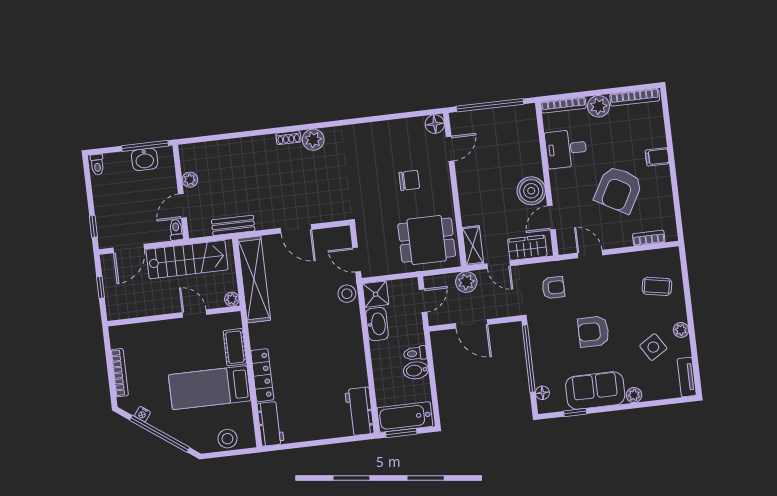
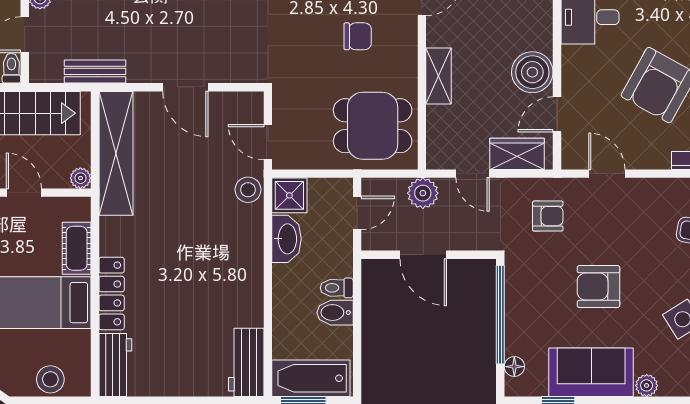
shelving: (473, 246) -> (439, 76), moved

